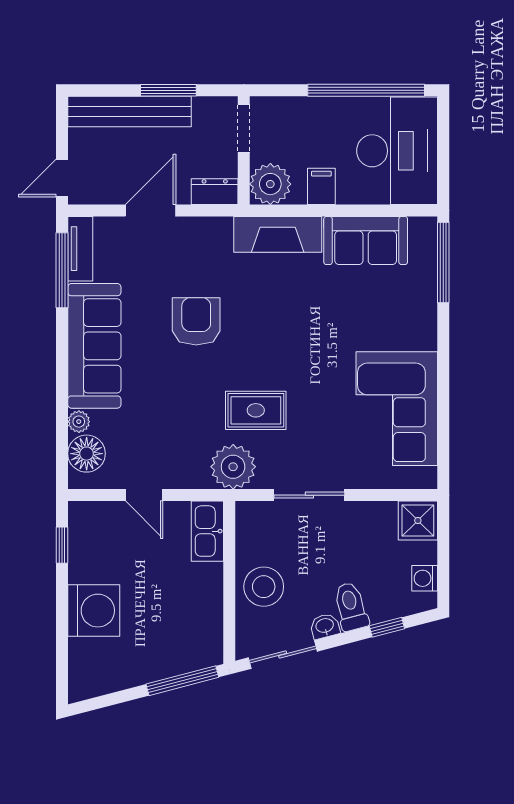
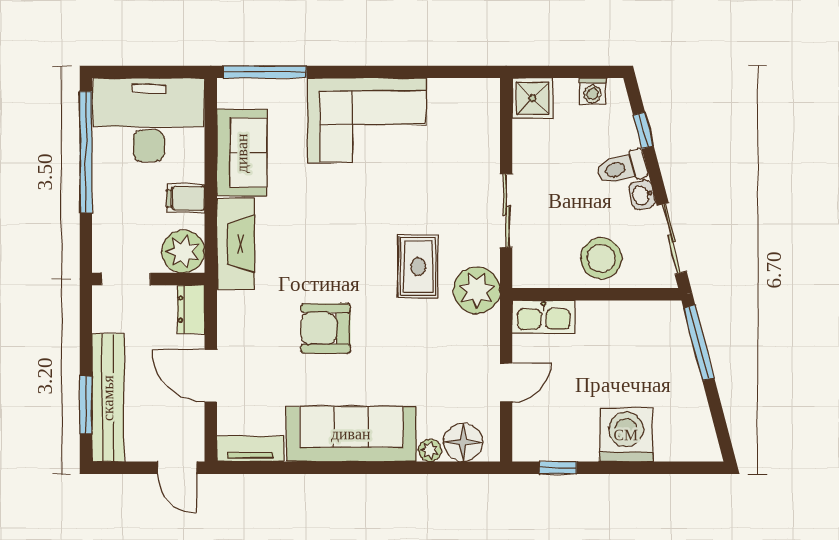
window: (168, 90) -> (86, 405), moved
window: (62, 270) -> (273, 468), removed
corner sofa: (397, 409) -> (367, 120), moved

